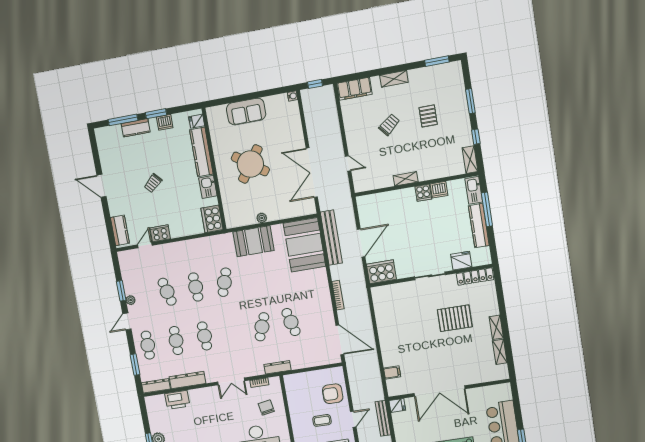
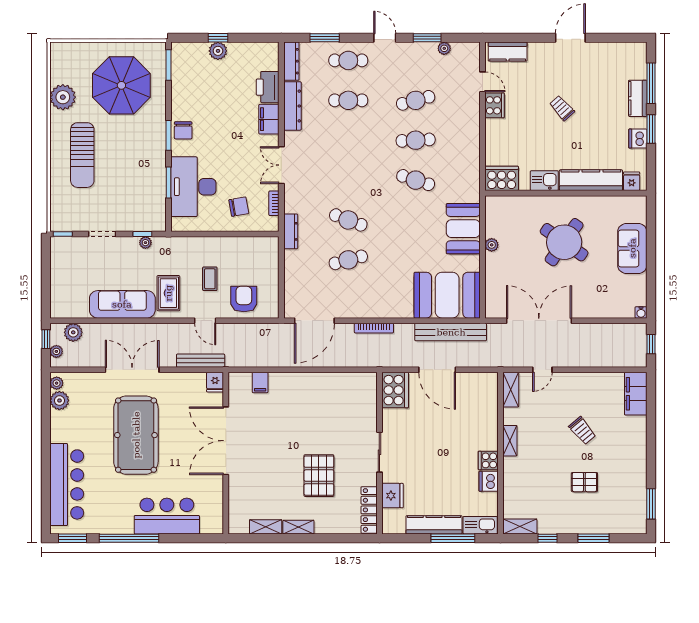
shelving: (394, 79) -> (511, 390), moved
plant: (131, 300) -> (444, 48), moved
cafe table: (204, 336) -> (348, 140), removed
filing cabinet: (200, 395) -> (269, 119), added

